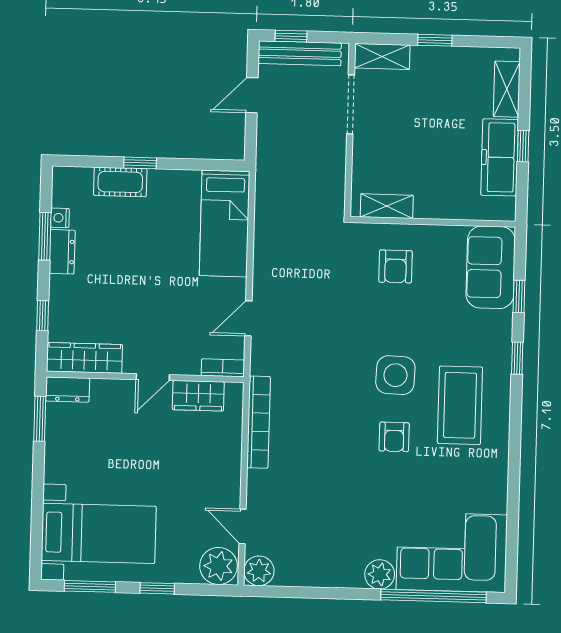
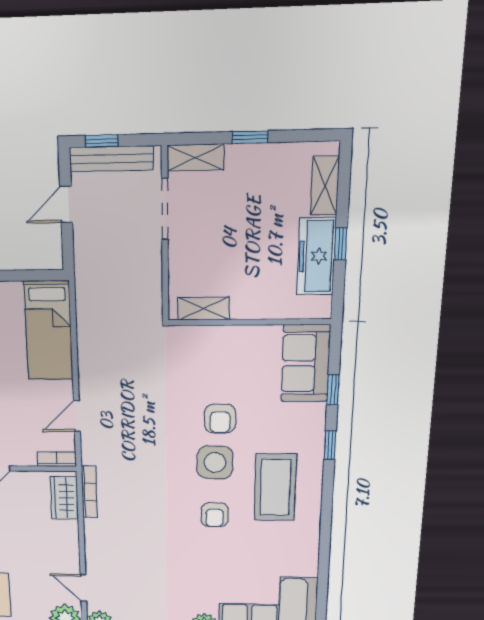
armchair: (396, 266) -> (220, 419), moved
wardrobe: (198, 396) -> (64, 498), moved, turned 90
bookcase: (259, 422) -> (89, 492), width x0.68, depth x0.76

